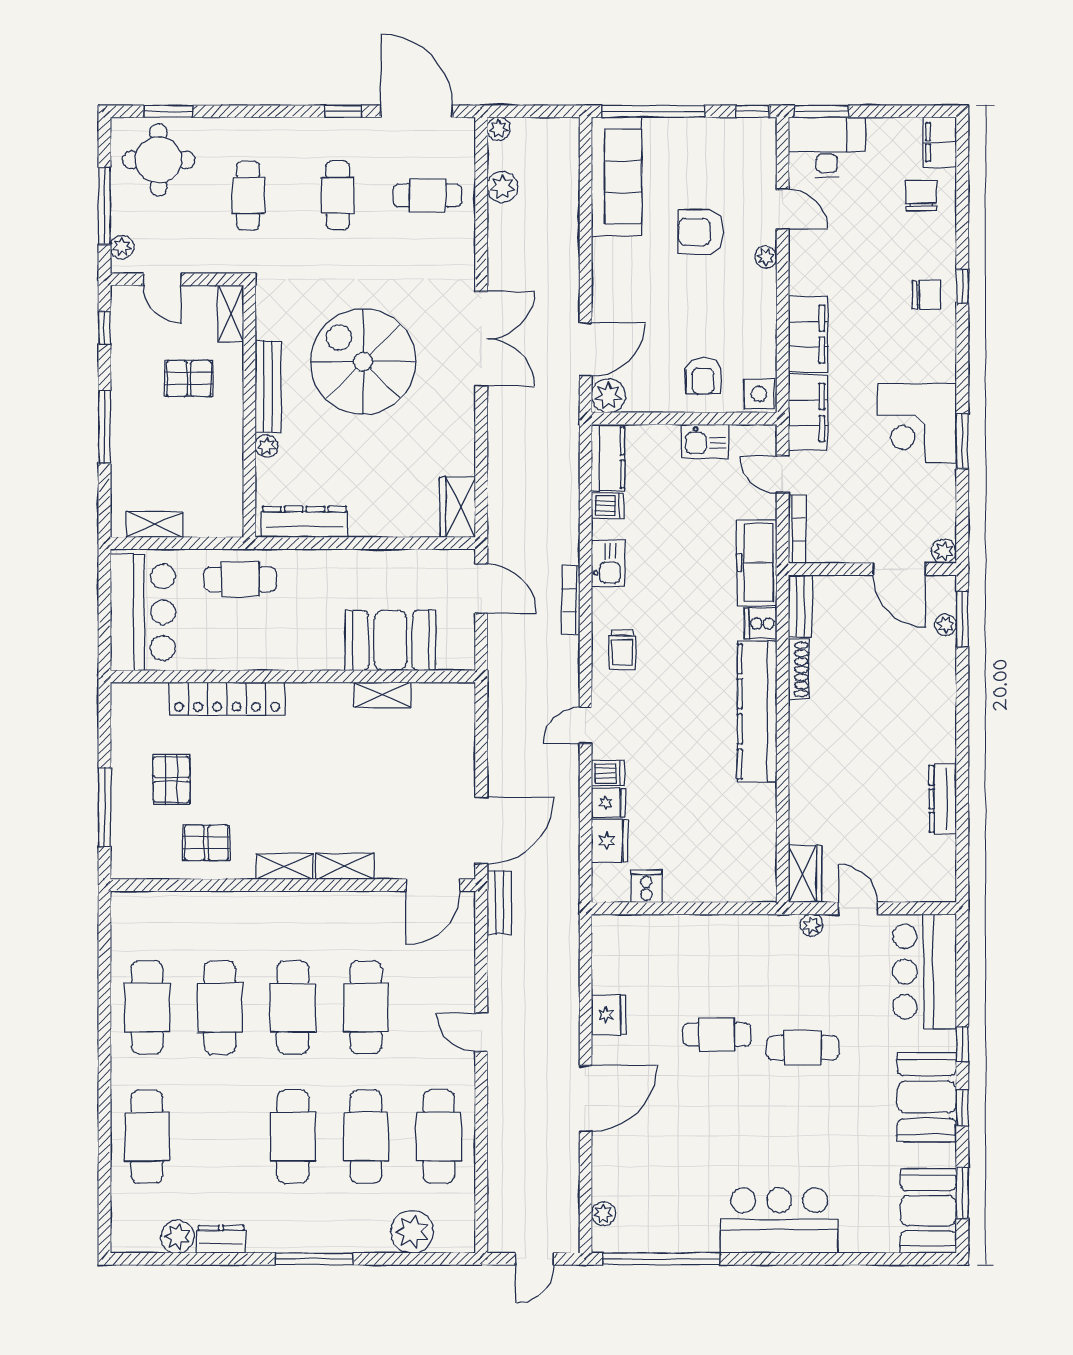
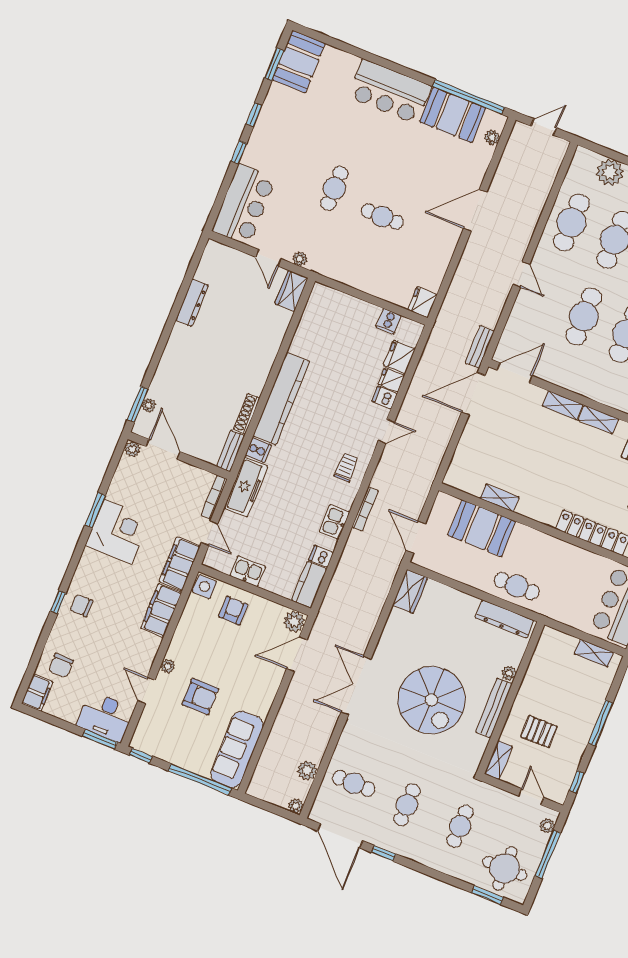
cafe table: (240, 579) -> (517, 586), moved
fridge: (608, 1015) -> (422, 302), moved
cafe table: (803, 1048) -> (334, 188), turned 90
booth: (927, 1097) -> (453, 115), moved, turned 90

